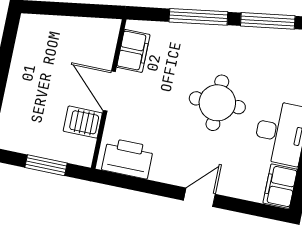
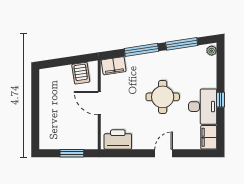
filing cabinet: (133, 51) -> (114, 66), moved, turned 82
server rack: (83, 122) -> (81, 73), moved, turned -98

